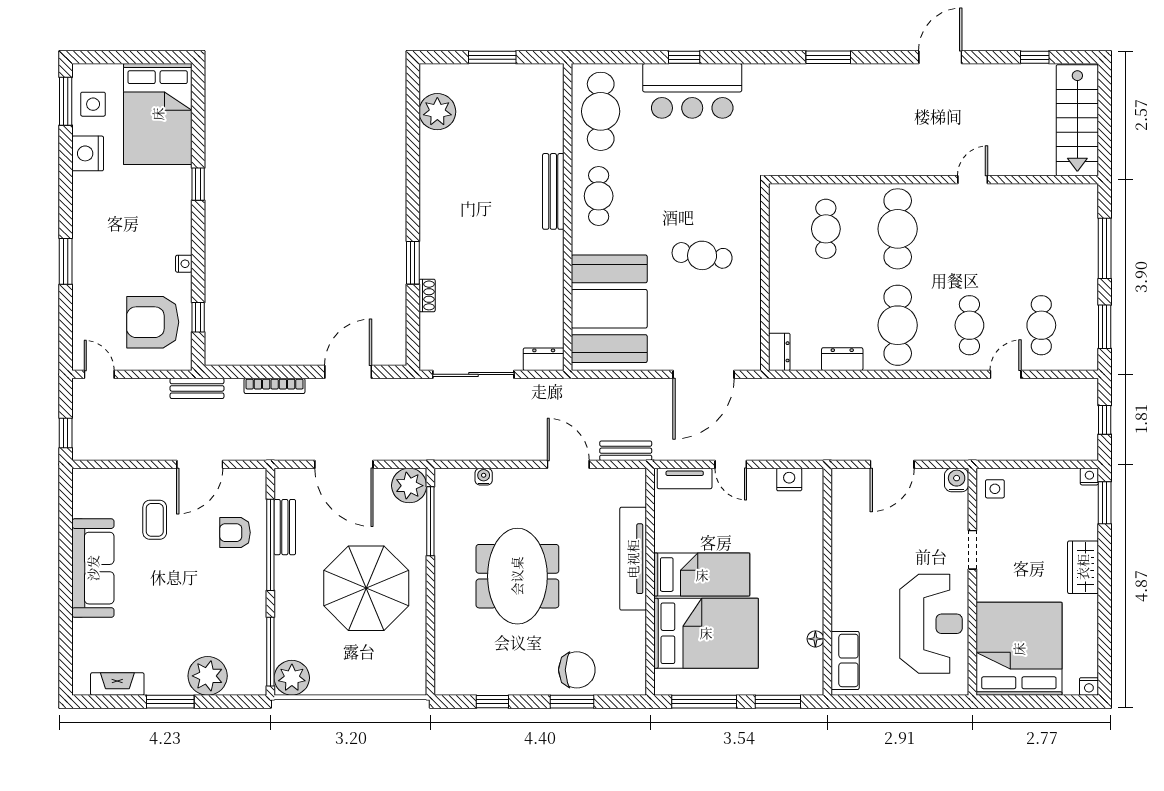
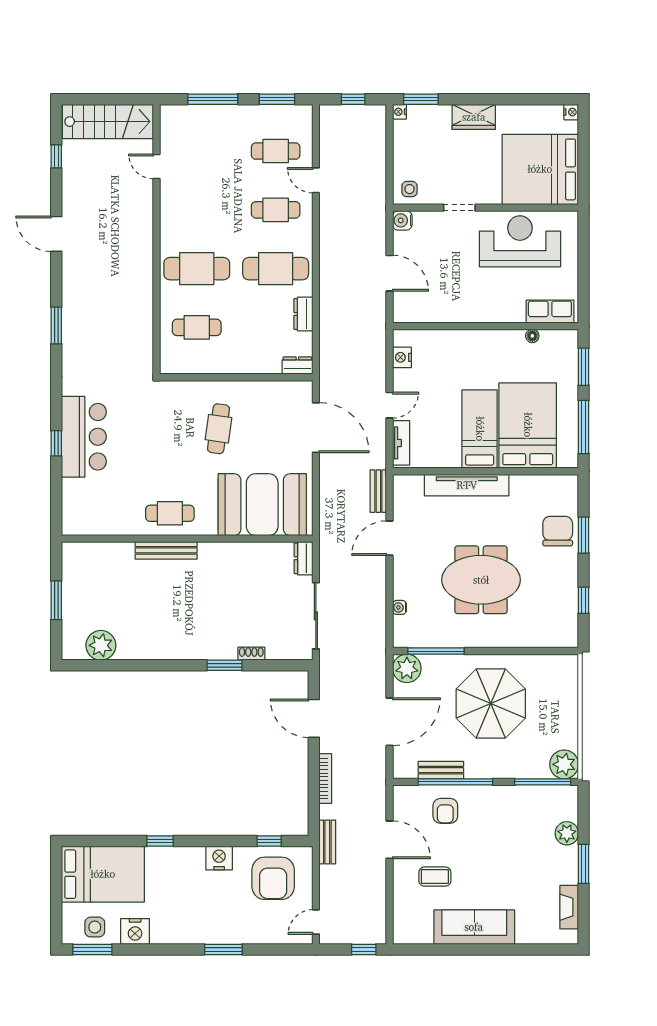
cafe table: (601, 111) -> (101, 512), removed
door: (973, 180) -> (156, 166), moved
nightstand: (184, 264) -> (219, 858), width x1.89, depth x1.79
plant: (208, 676) -> (567, 833), width x0.73, depth x0.73

